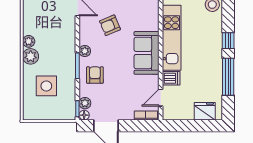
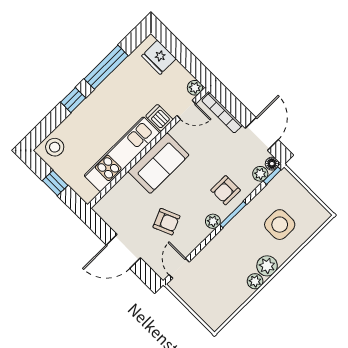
plant: (168, 114) -> (195, 88), added
bookcase: (146, 116) -> (222, 113), width x1.56

